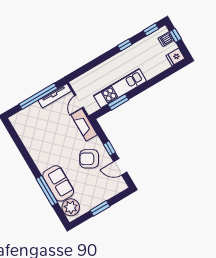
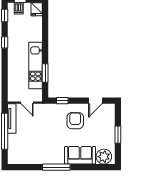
fireplace: (84, 125) -> (47, 109), removed
window: (109, 148) -> (62, 101), moved
armchair: (89, 159) -> (75, 121), turned 150
window: (47, 191) -> (56, 167), moved

